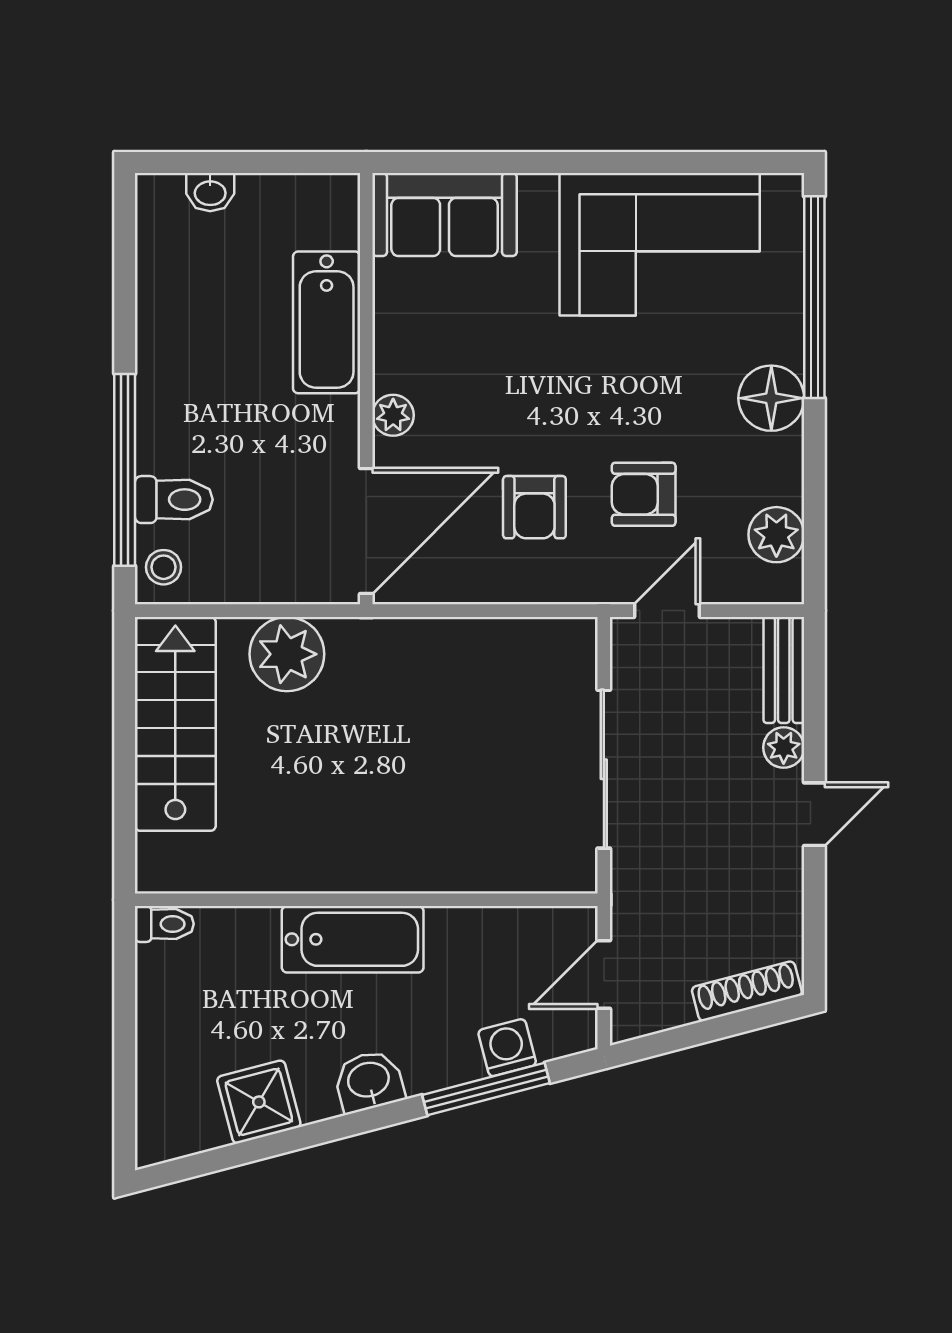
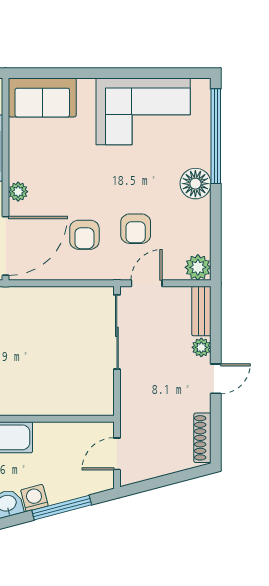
armchair: (644, 494) -> (136, 229), turned -90
plant: (776, 535) -> (198, 267), moved
sliding door: (604, 769) -> (117, 332), moved
shoe rack: (747, 991) -> (202, 438), moved, turned -75
washing machine: (507, 1048) -> (34, 498), moved

